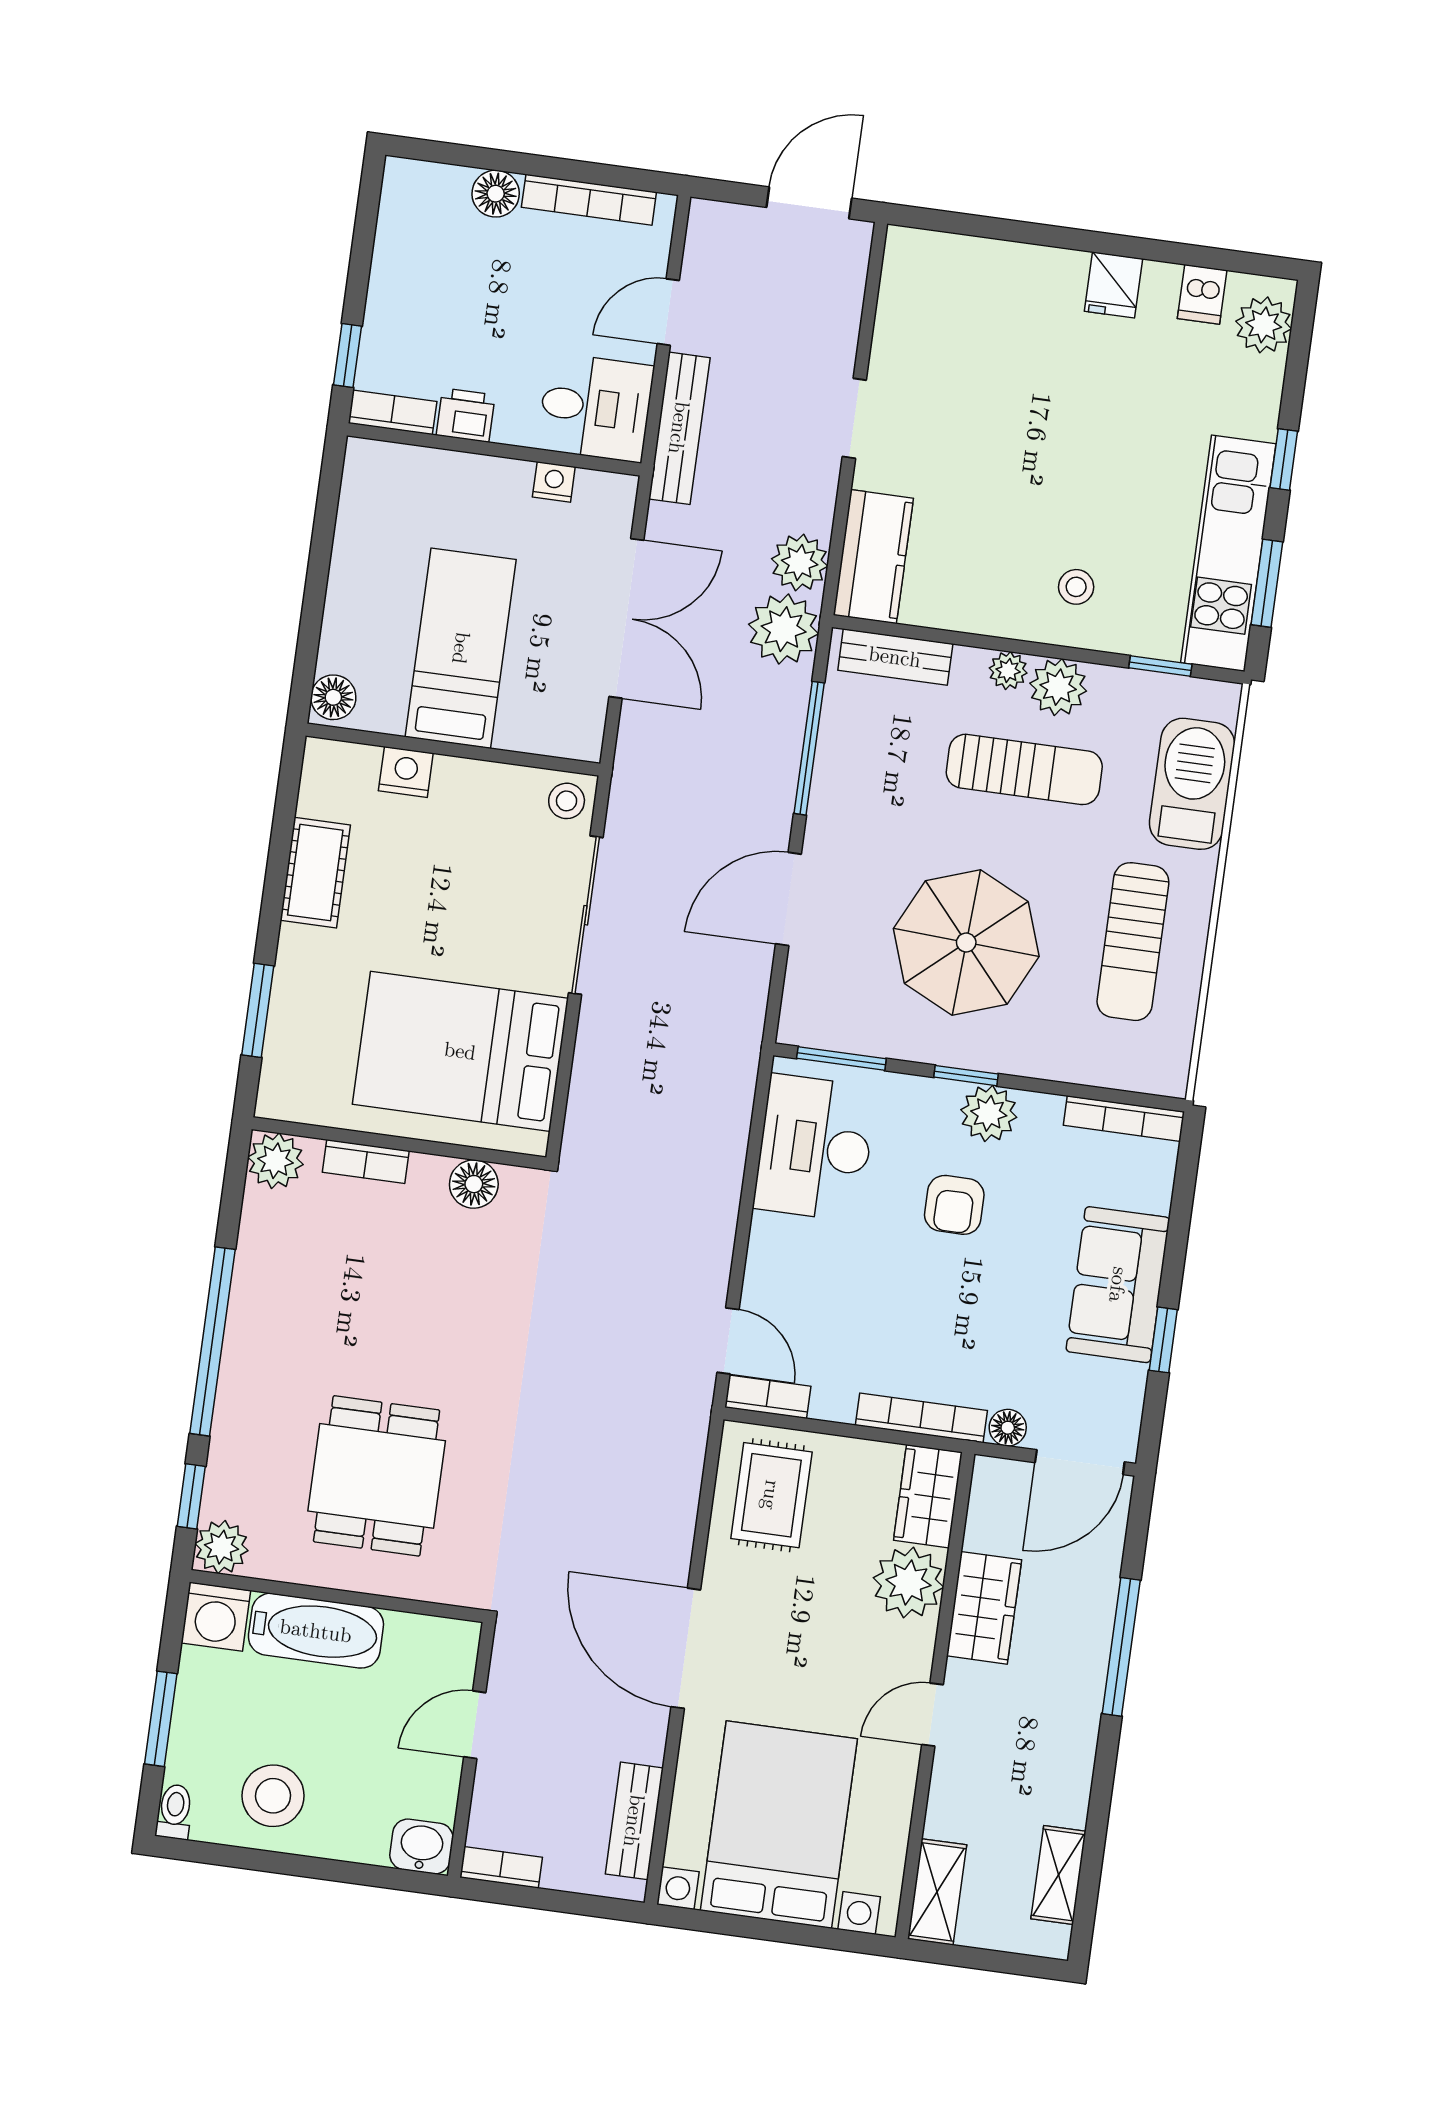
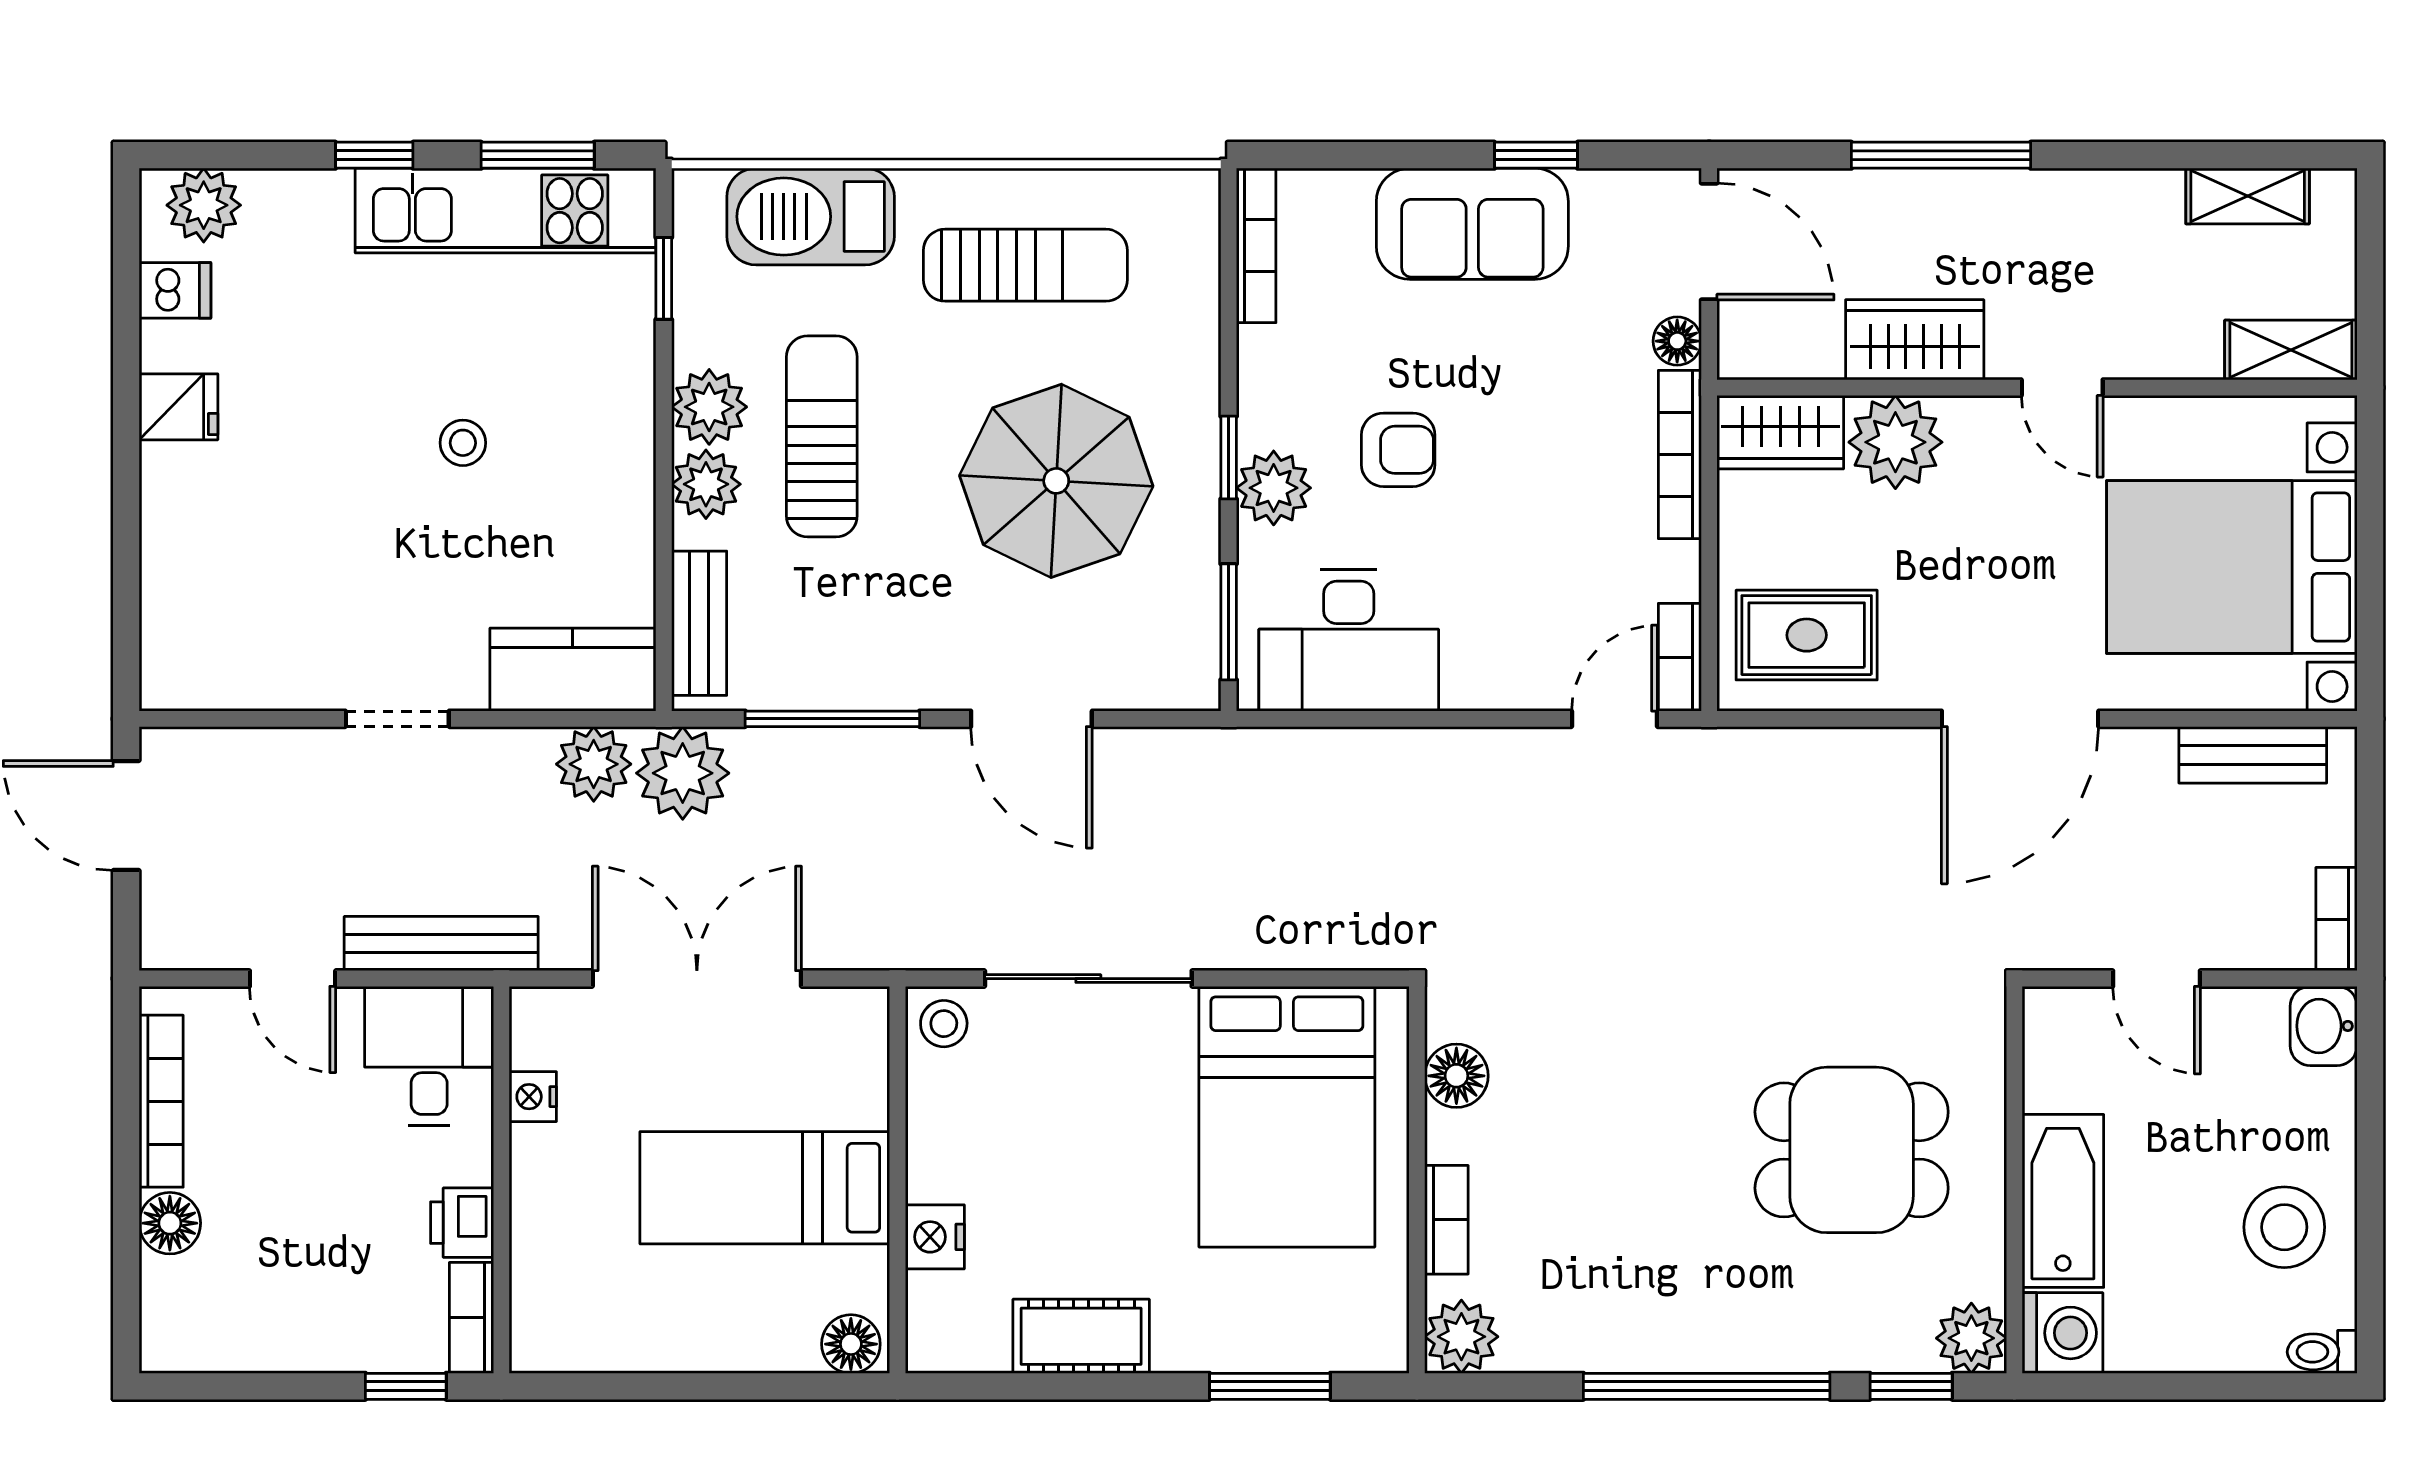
stool: (1076, 587) -> (463, 443), moved
plant: (1008, 671) -> (706, 484), width x1.38, depth x1.38
plant: (989, 1113) -> (1274, 488), moved
window: (161, 1719) -> (2205, 1386), removed

